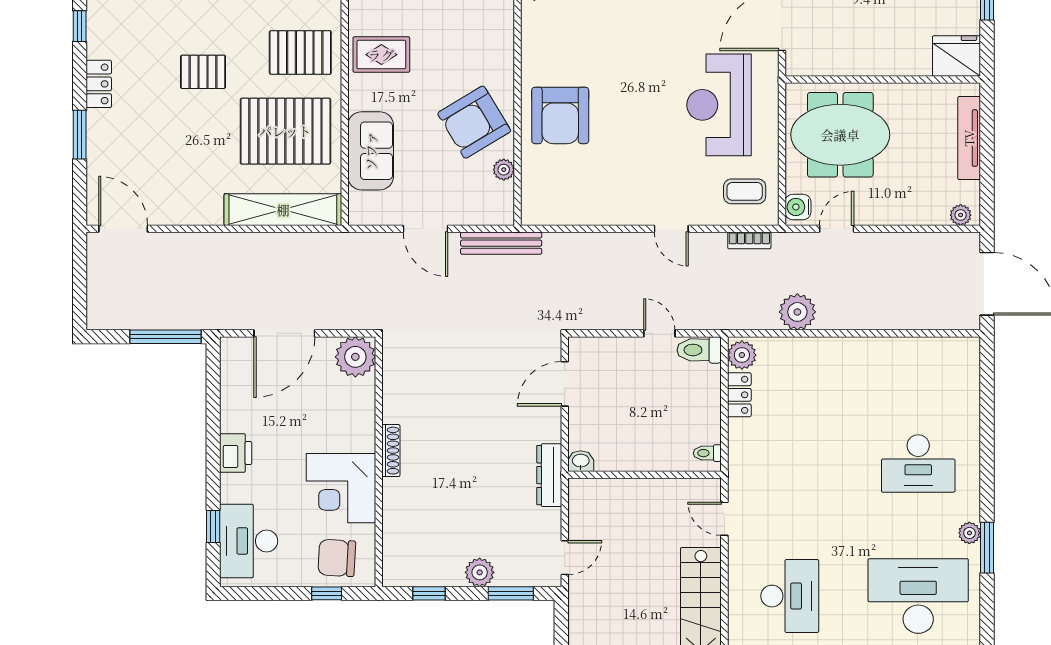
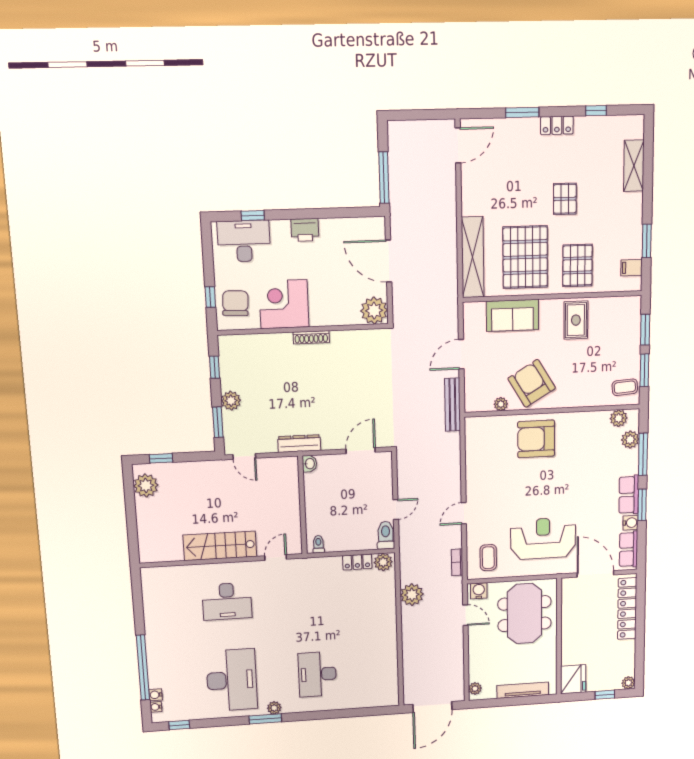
door: (565, 384) -> (361, 451), hinge flipped

